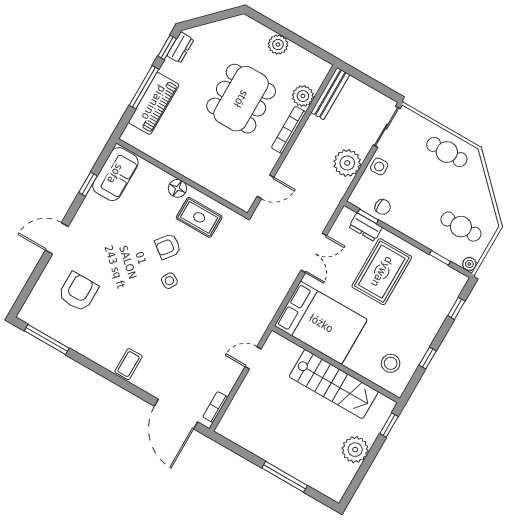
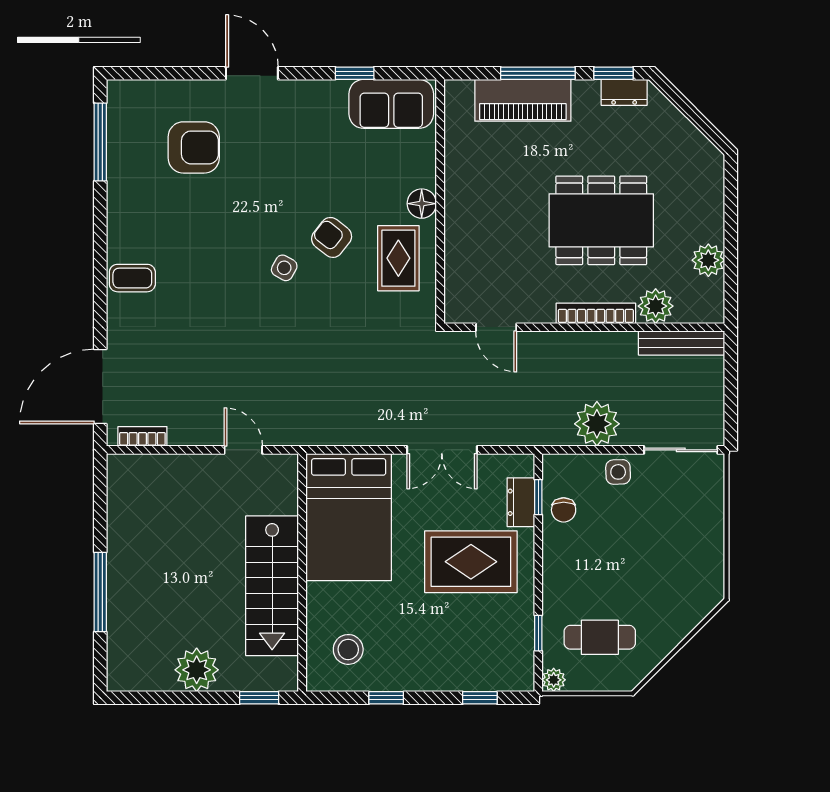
plant: (278, 45) -> (708, 260), moved
cafe table: (447, 152) -> (694, 556), removed
cafe table: (461, 227) -> (600, 637), turned 90

